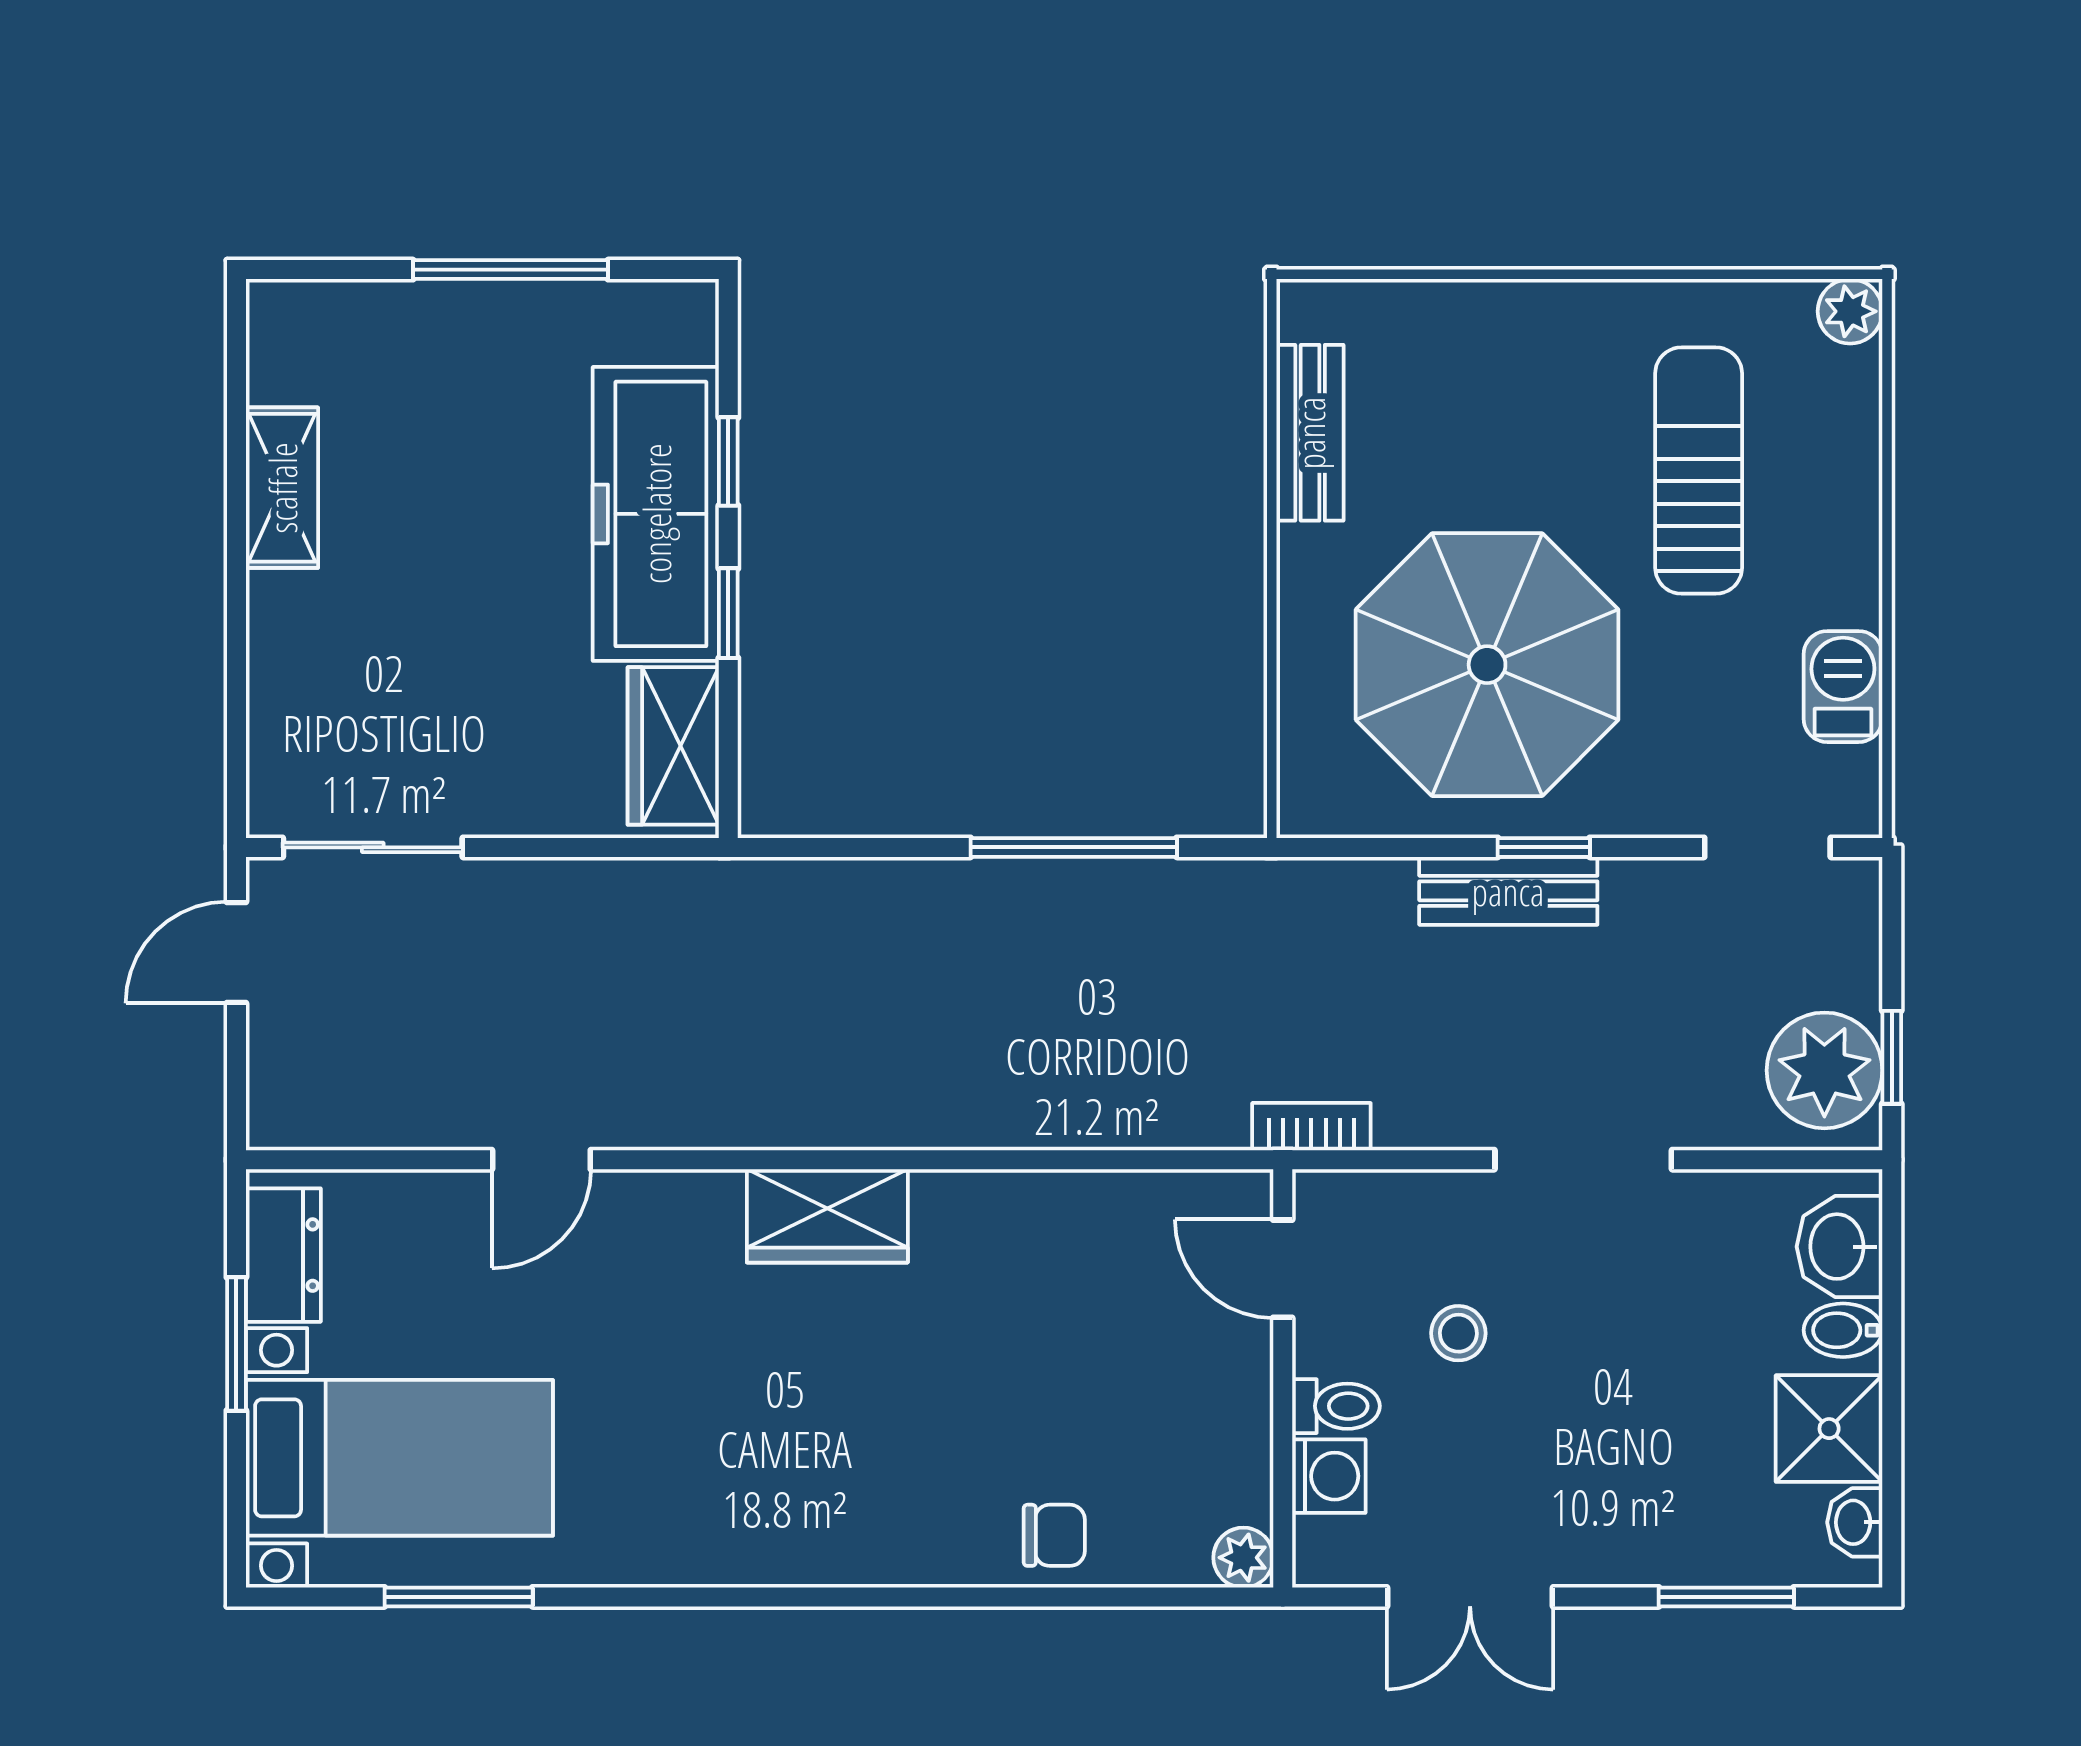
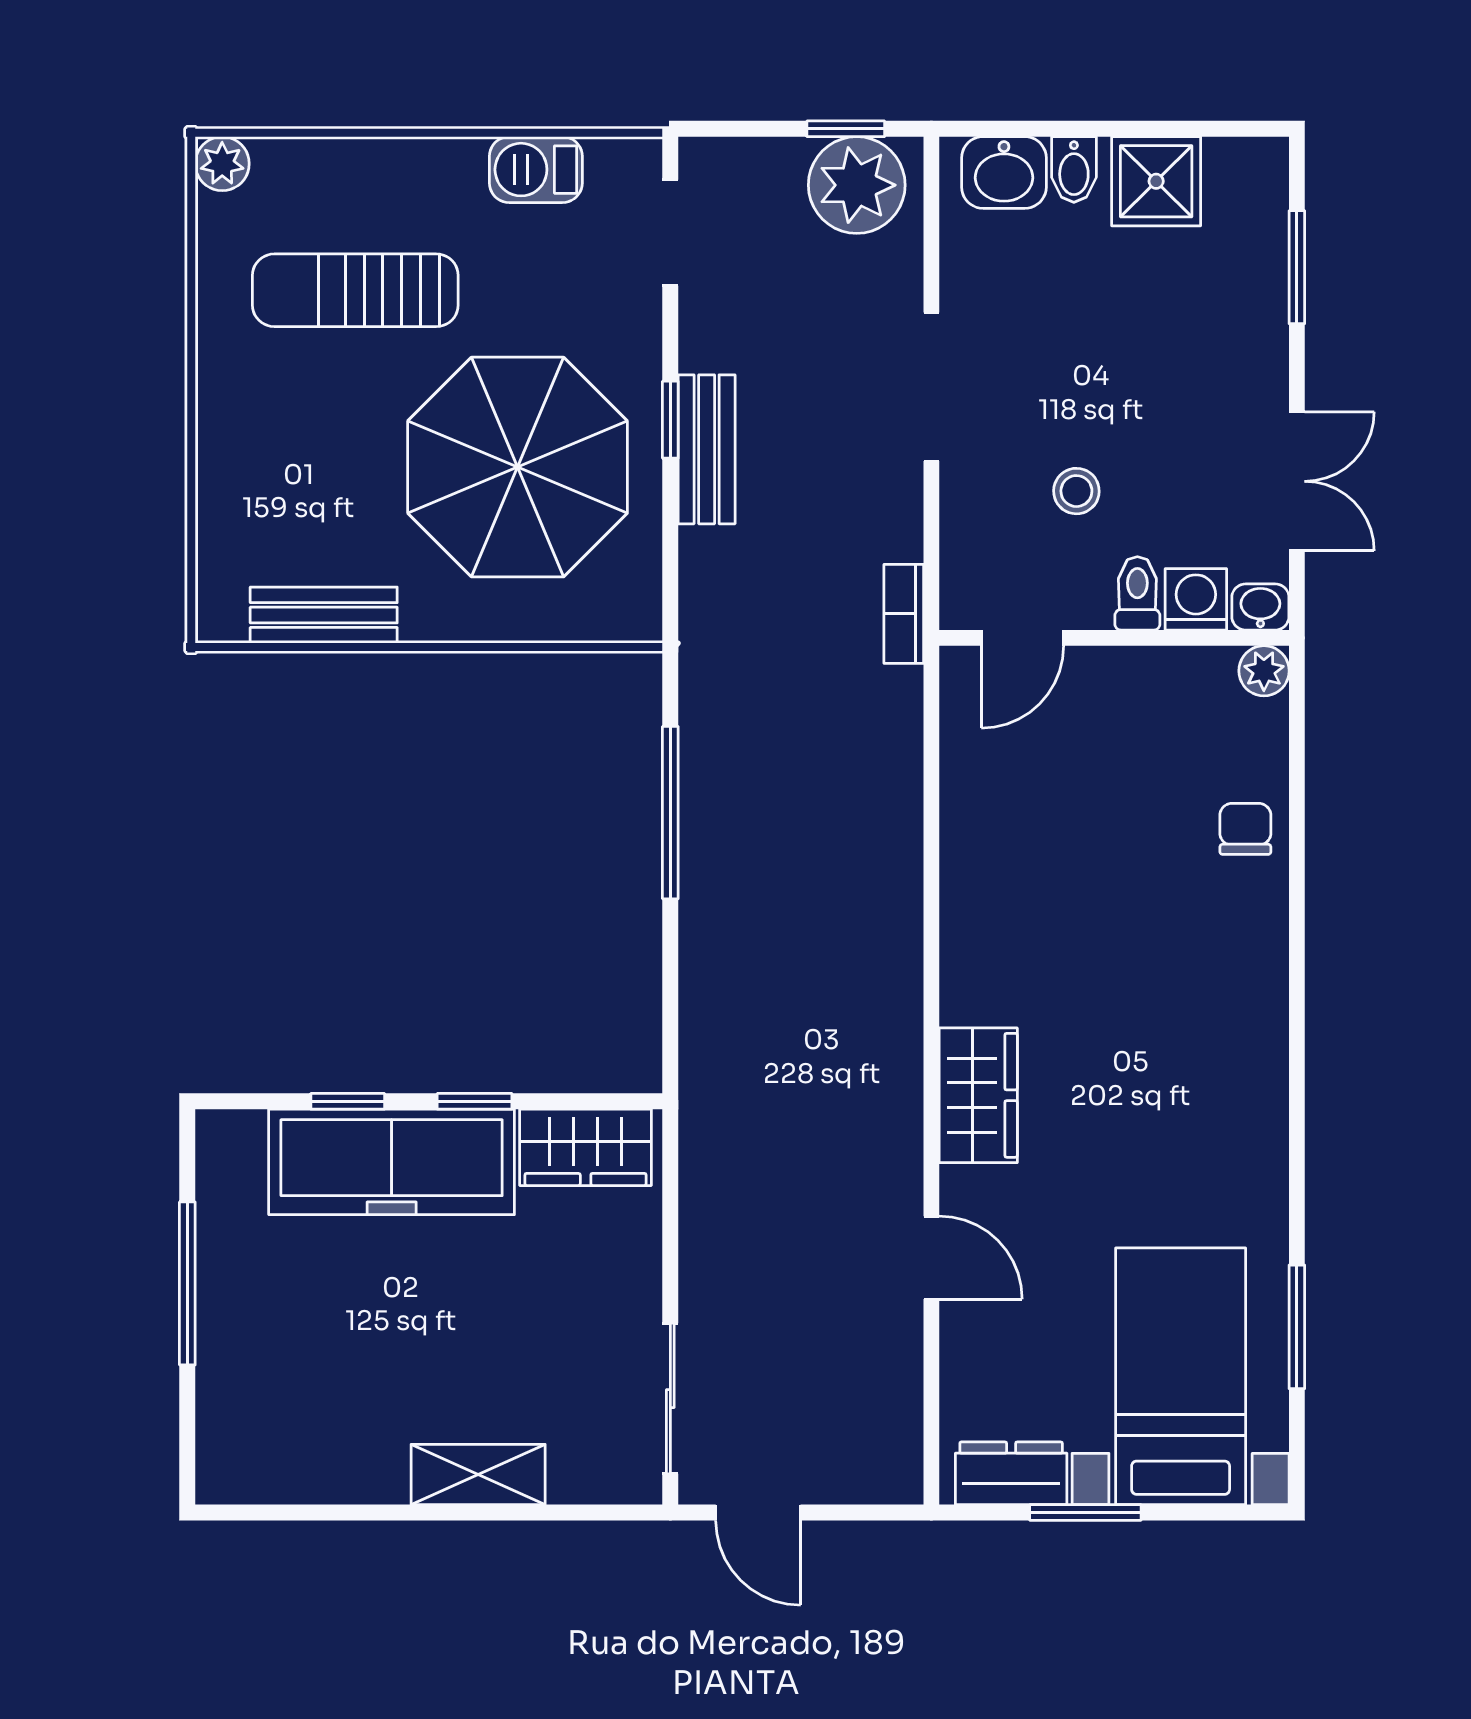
shelving: (282, 488) -> (478, 1474), moved
wardrobe: (827, 1216) -> (978, 1095), moved
washbasin: (1855, 1522) -> (1260, 607), moved, turned 180

